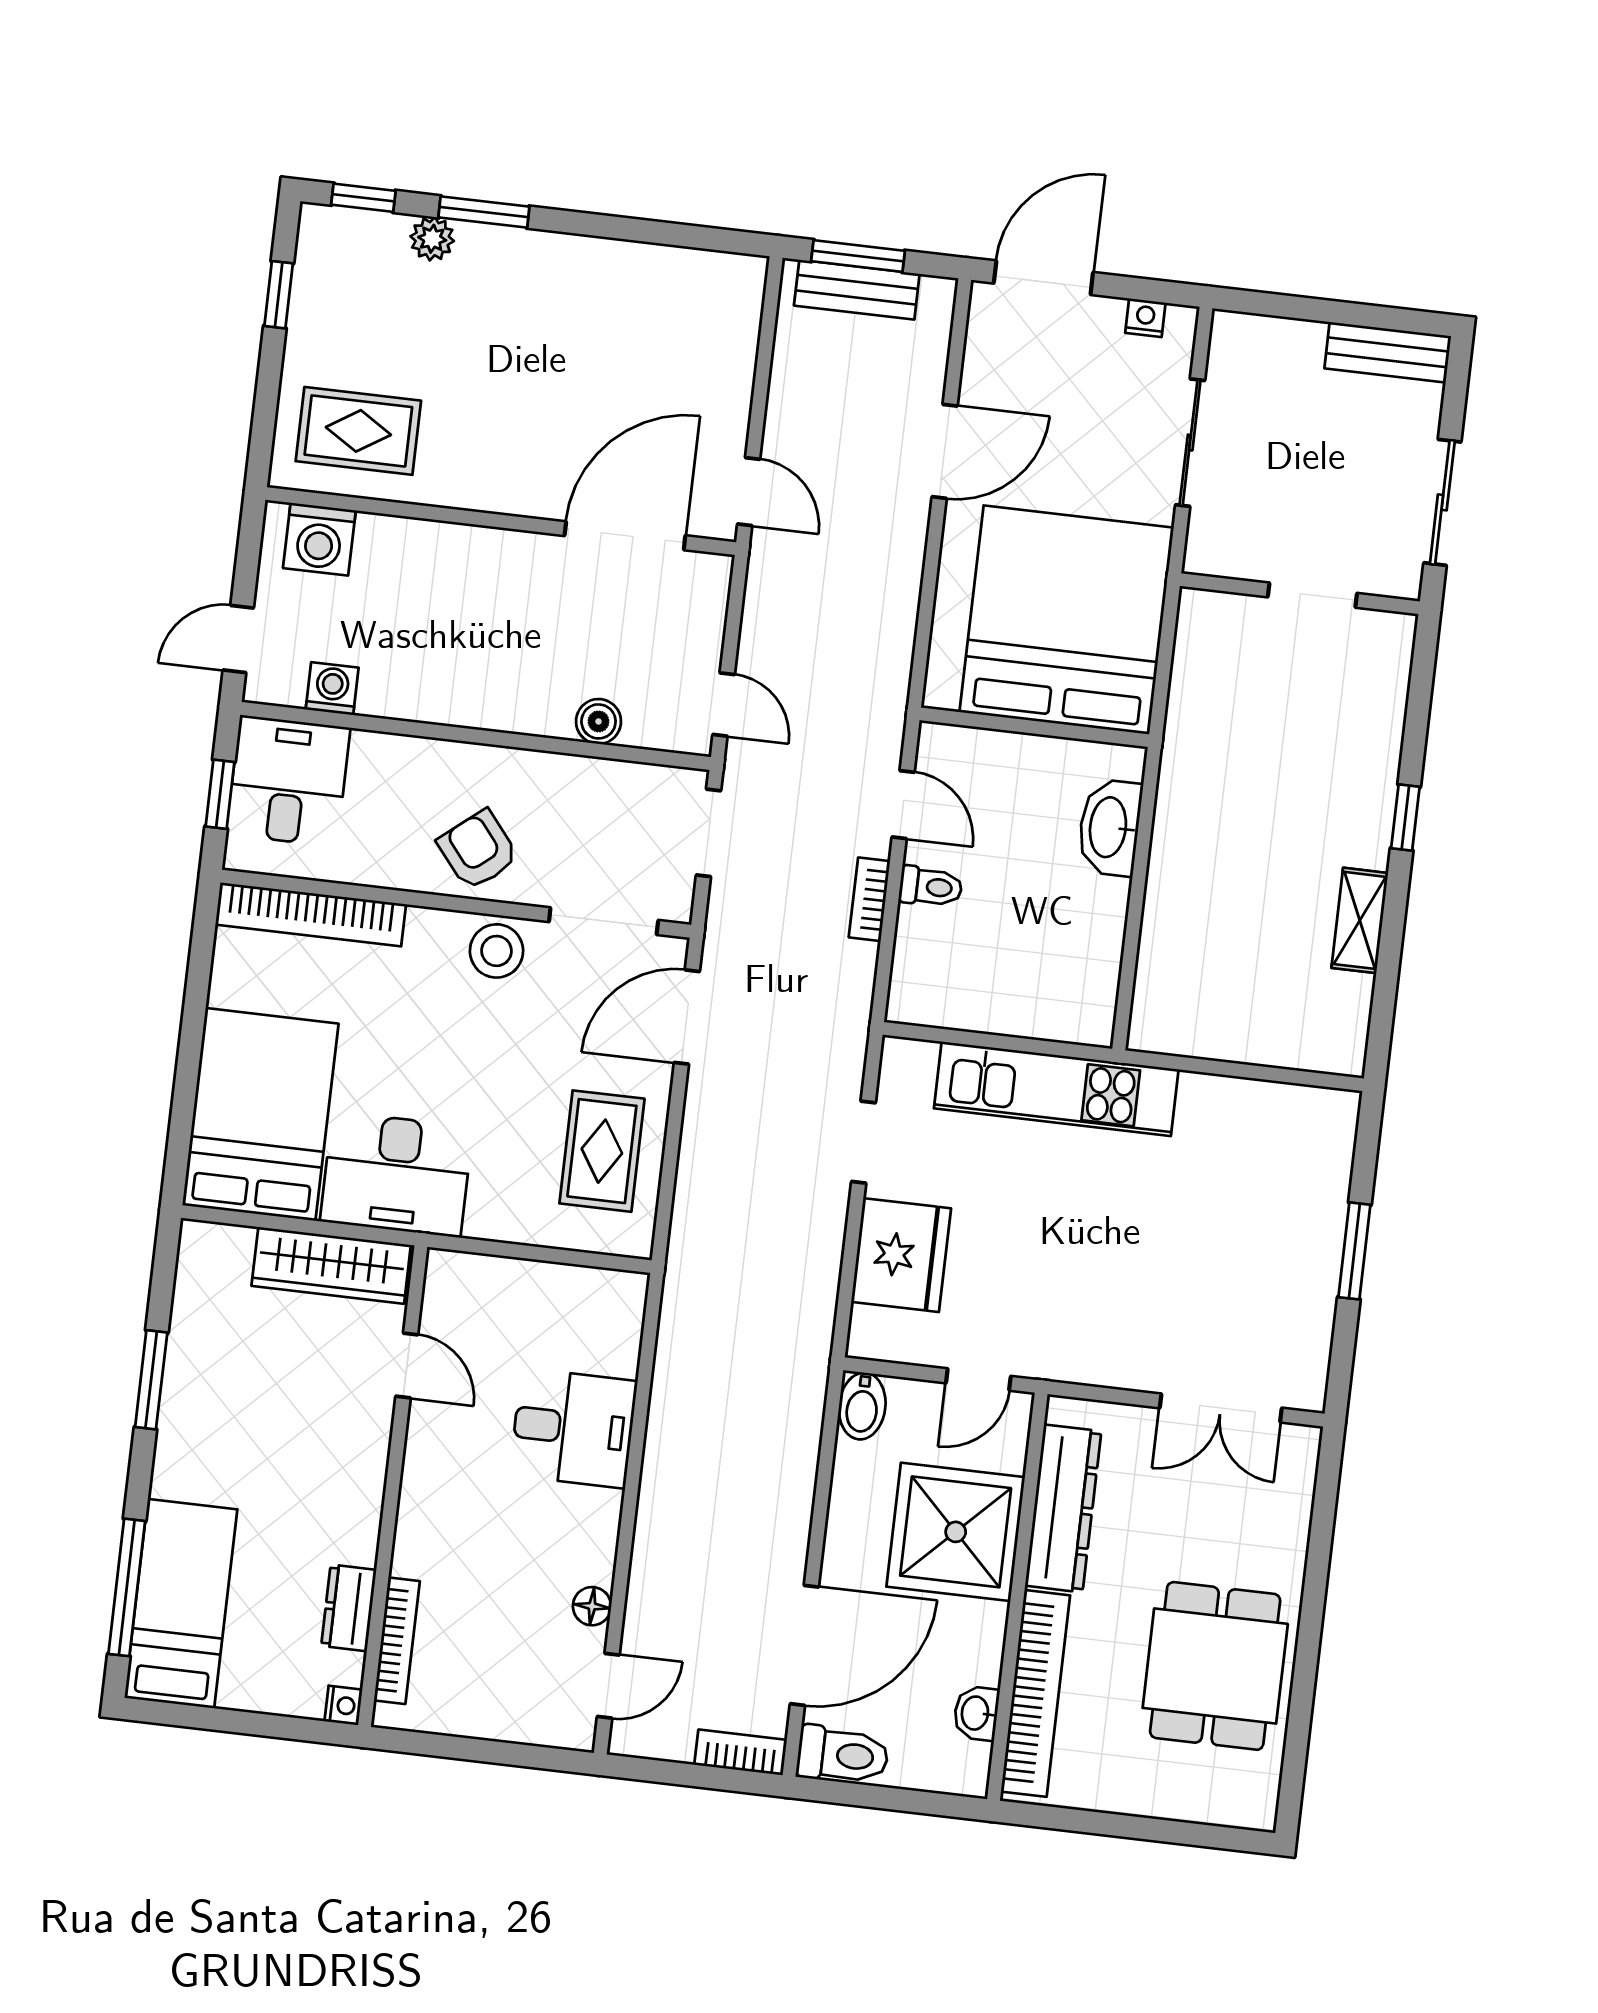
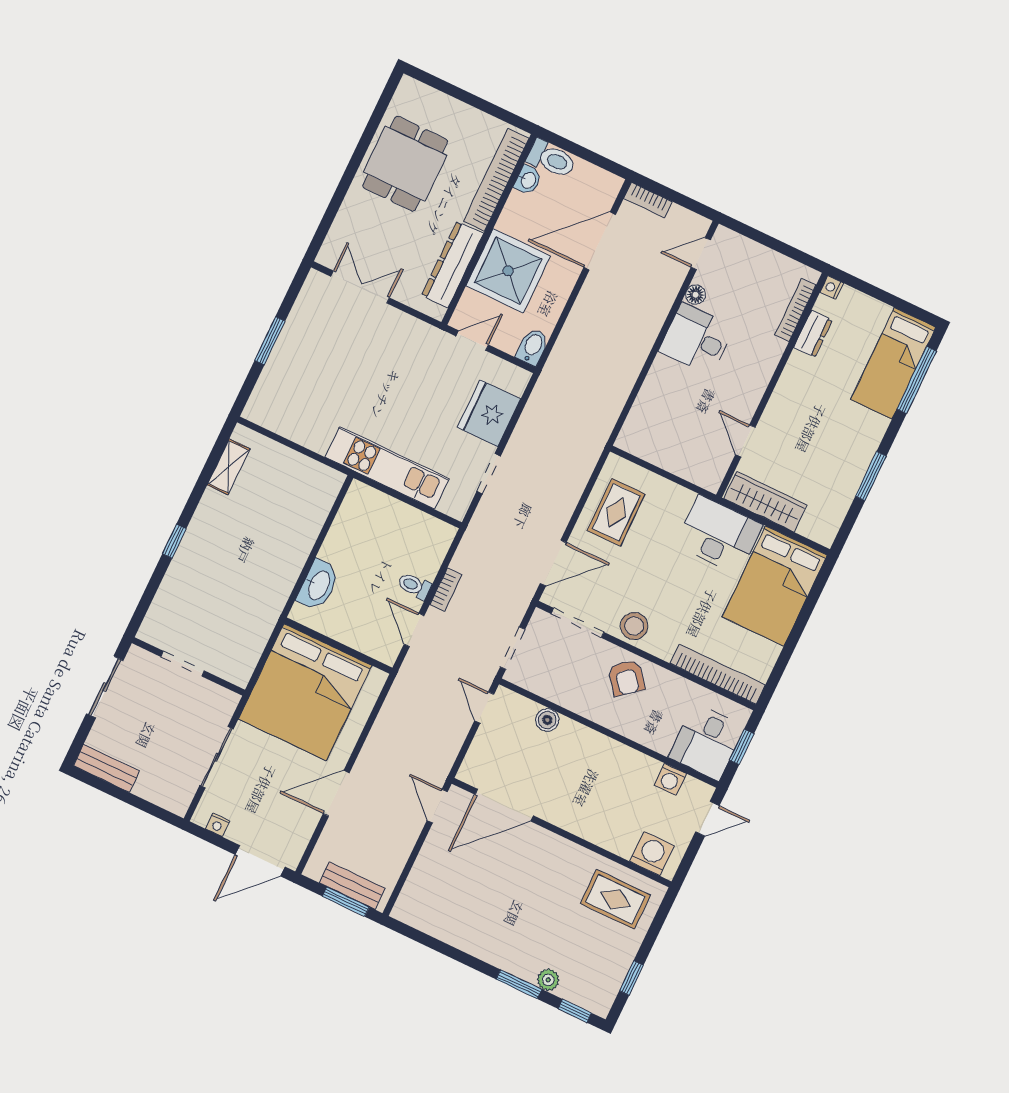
shelving: (1360, 920) -> (229, 467), moved
desk: (573, 1428) -> (697, 339), moved
toilet: (843, 1755) -> (551, 159), moved, turned 180

